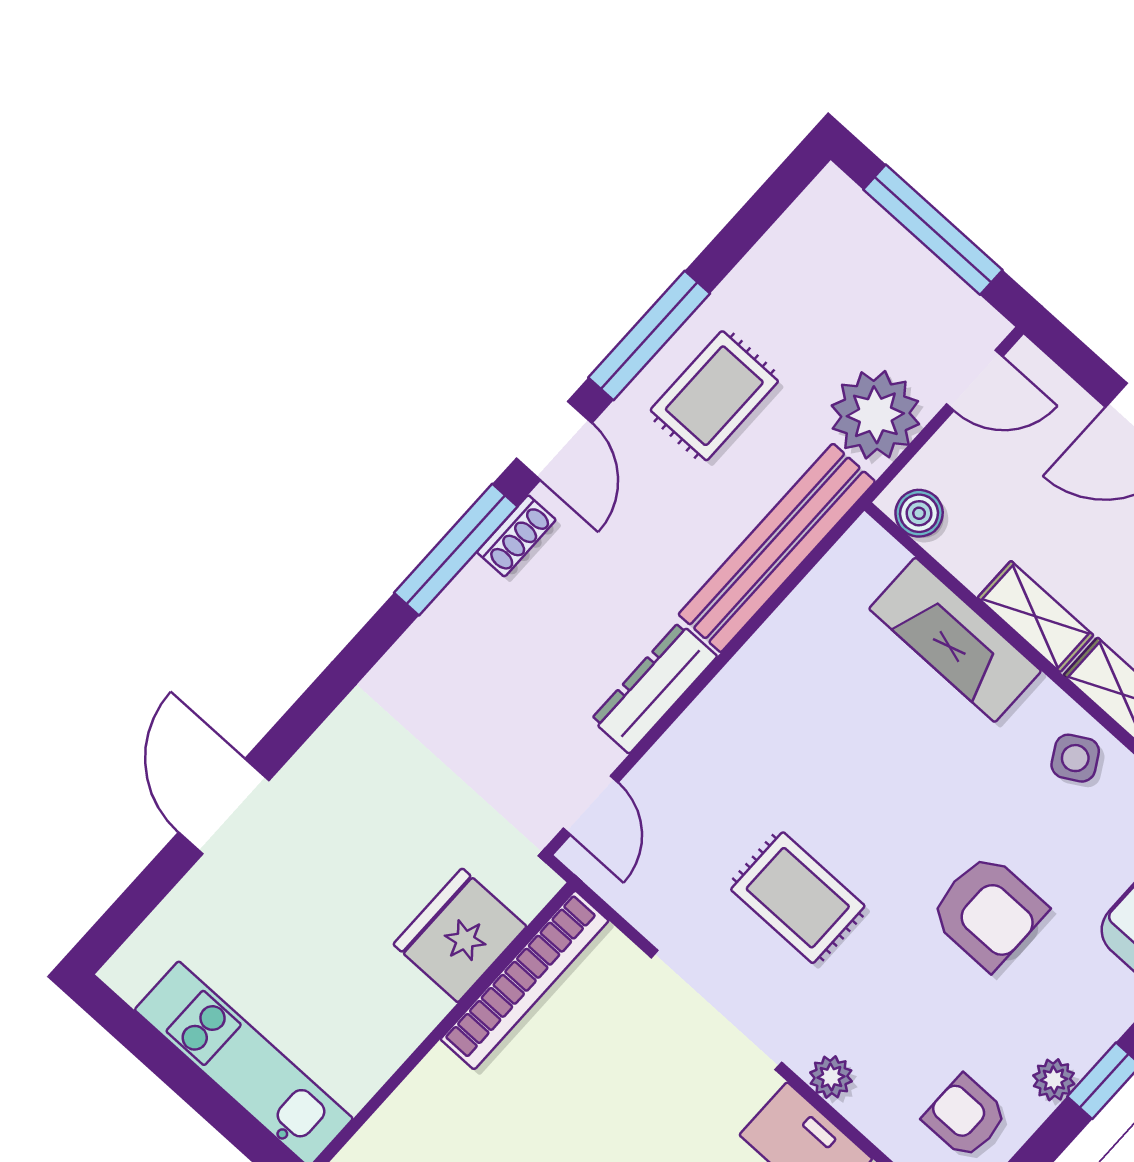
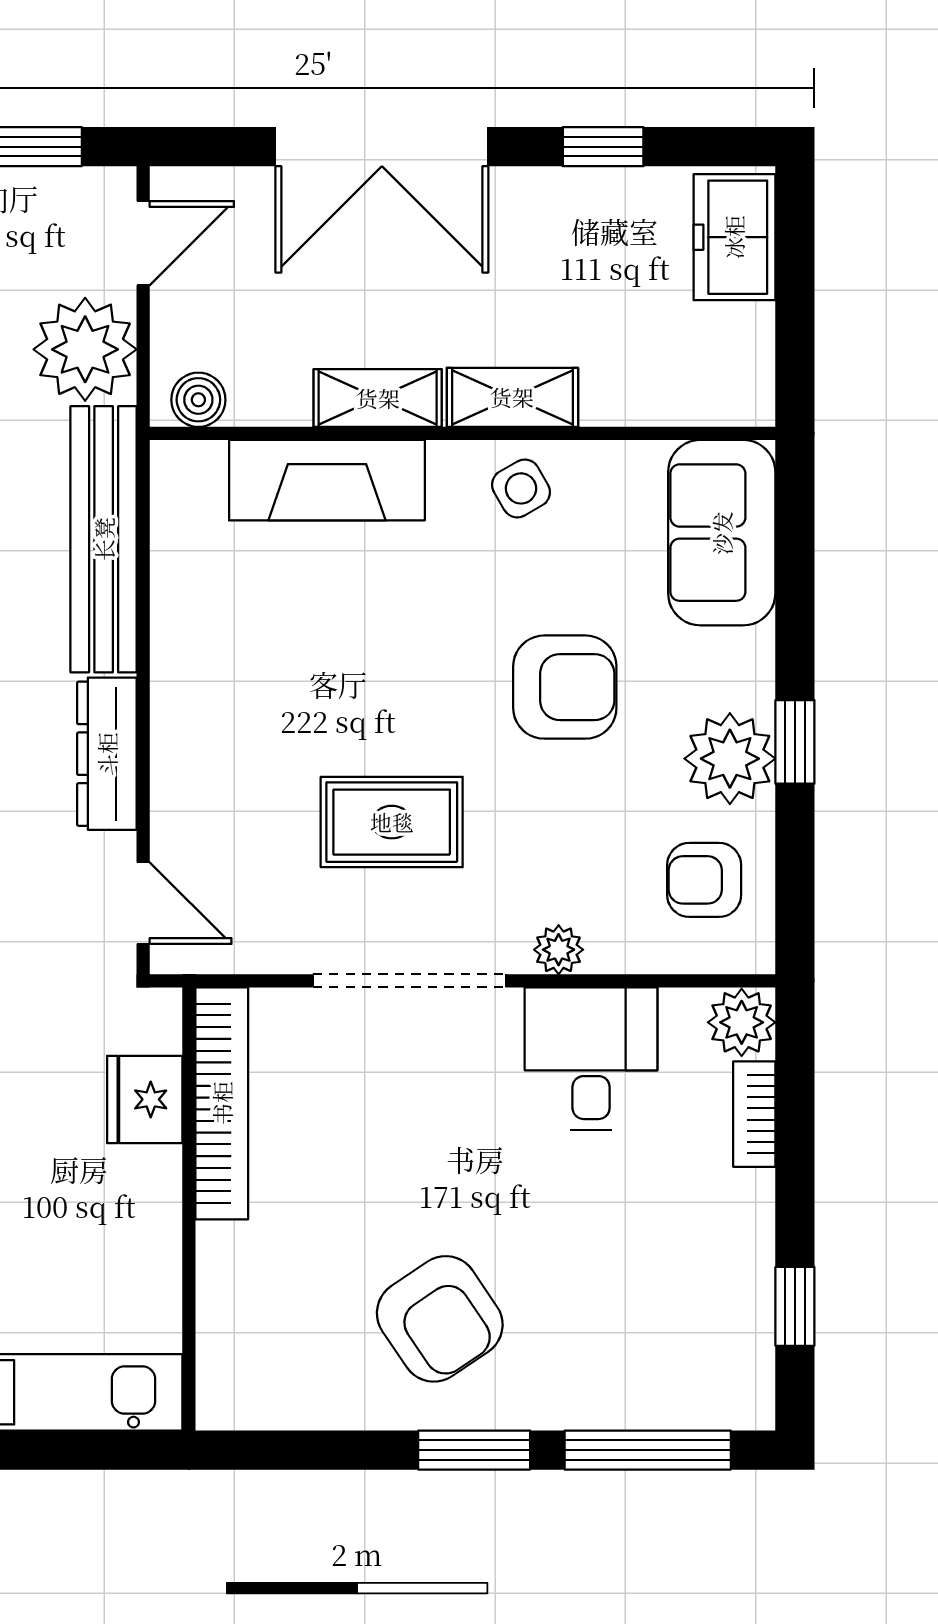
fridge: (460, 935) -> (145, 1099), width x0.73, depth x0.75
plant: (1054, 1080) -> (730, 759), width x1.88, depth x1.88

